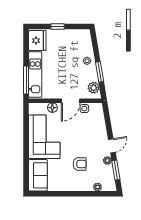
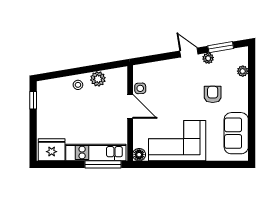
window: (58, 27) -> (33, 100), moved
window: (100, 72) -> (92, 69), removed
plant: (94, 88) -> (98, 79), moved
floor lamp: (52, 108) -> (139, 155), moved
sofa: (38, 175) -> (236, 133), moved, turned -90

